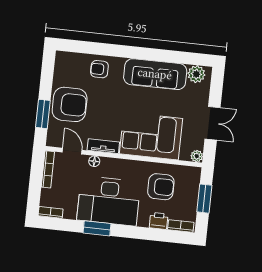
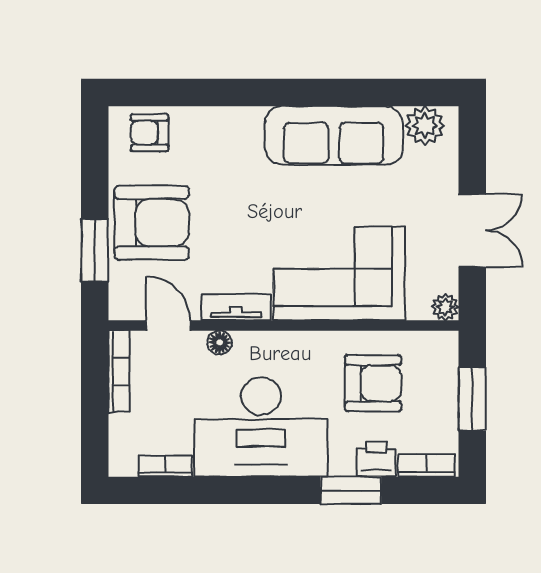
armchair: (99, 69) -> (150, 133), moved
bookcase: (51, 212) -> (165, 466), moved
window: (97, 228) -> (351, 490), moved

